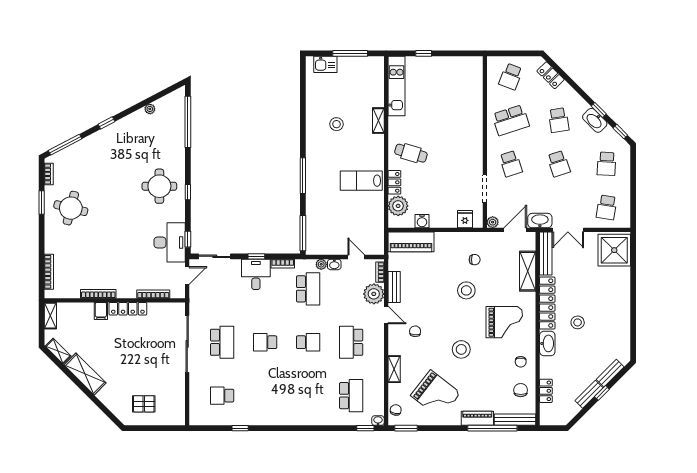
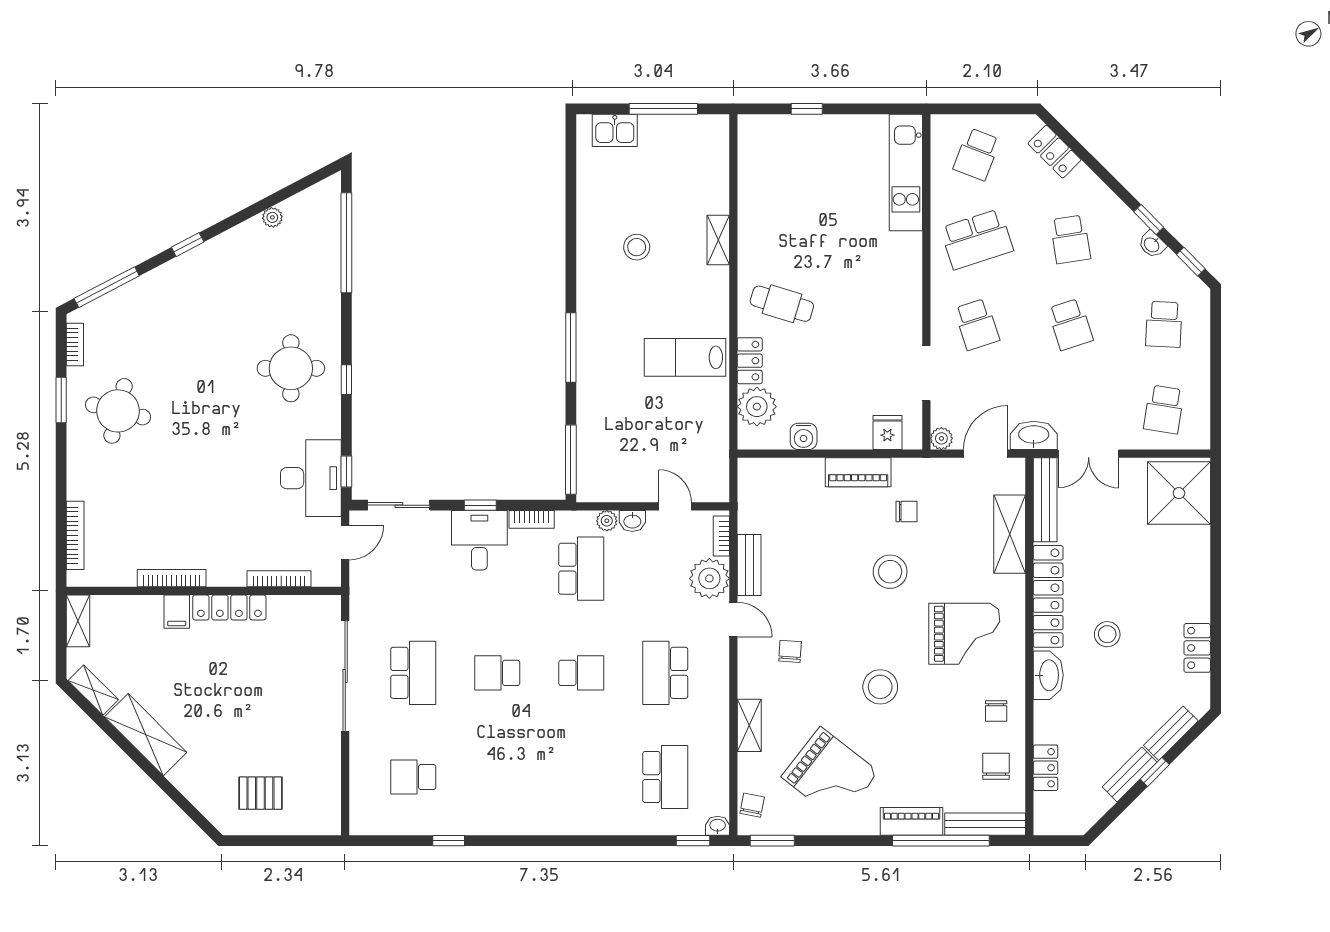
kitchen unit: (397, 86) -> (906, 172), moved, turned 180
washbasin: (595, 120) -> (1152, 244), width x0.52, depth x0.69
piano: (411, 242) -> (858, 472), moved, width x0.73, depth x0.75
locker: (624, 329) -> (1197, 648), added

